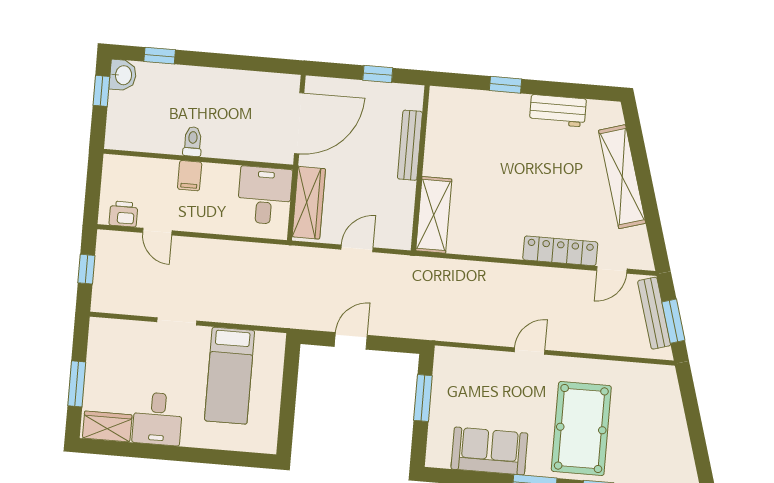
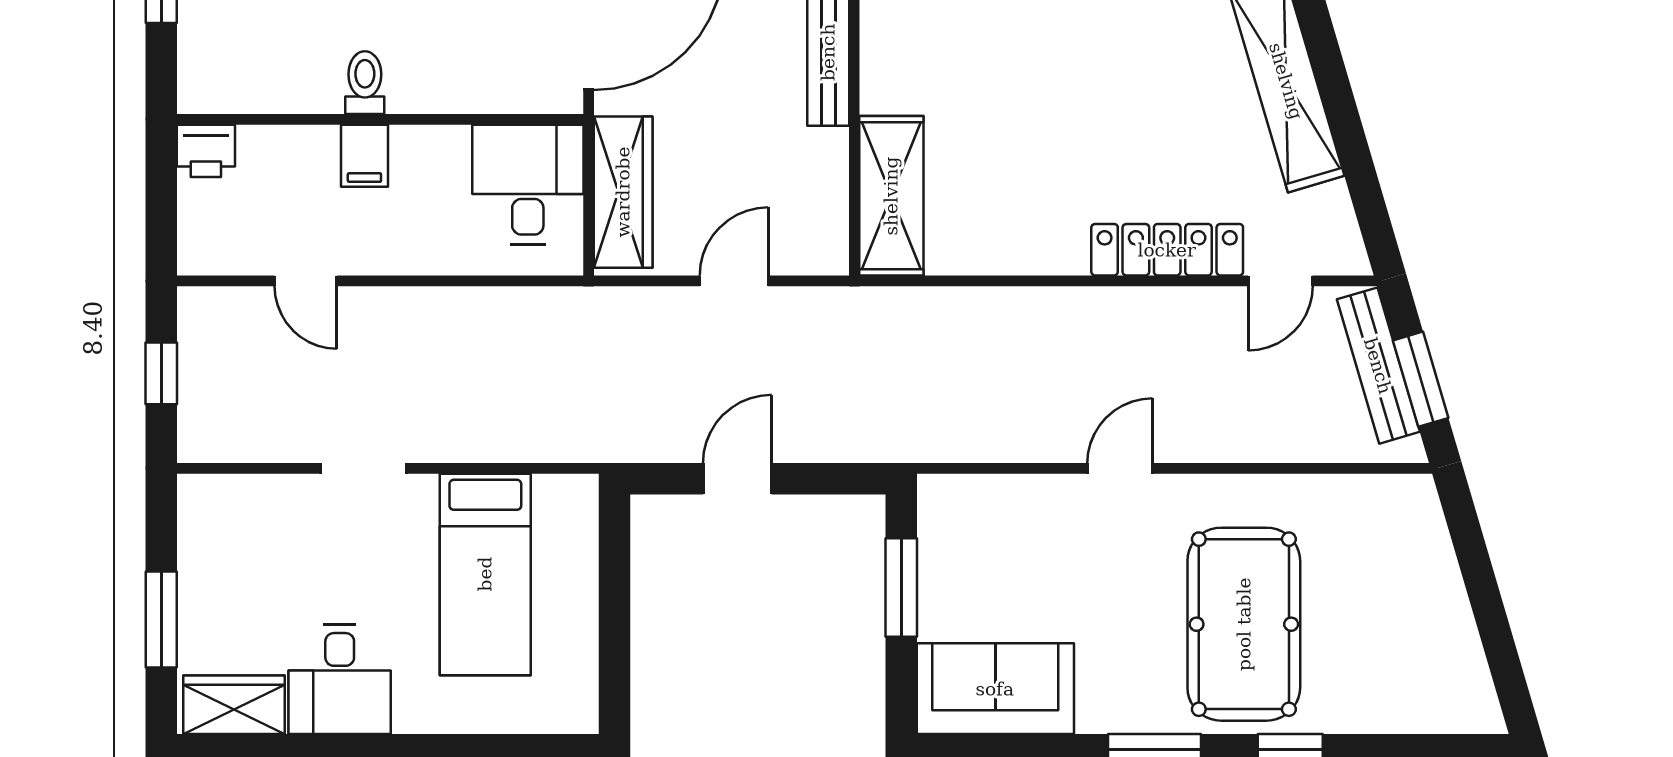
printer: (123, 214) -> (206, 151), moved, turned 180
sofa: (489, 451) -> (995, 689), moved

